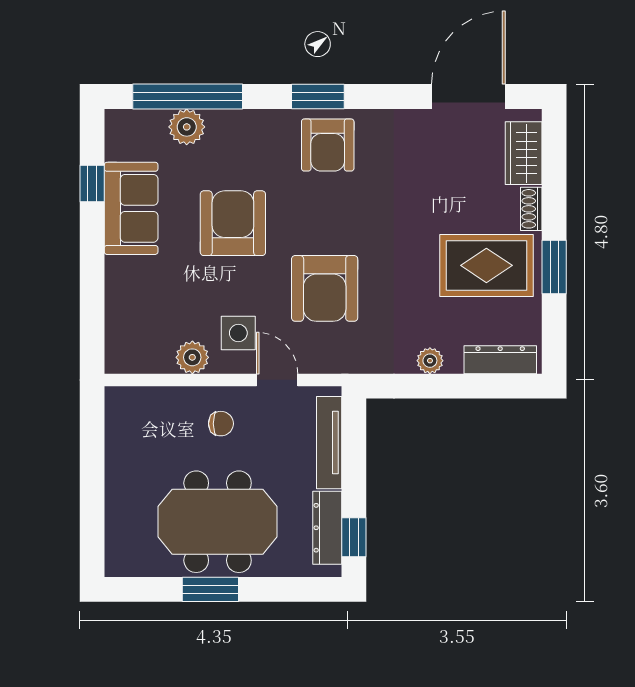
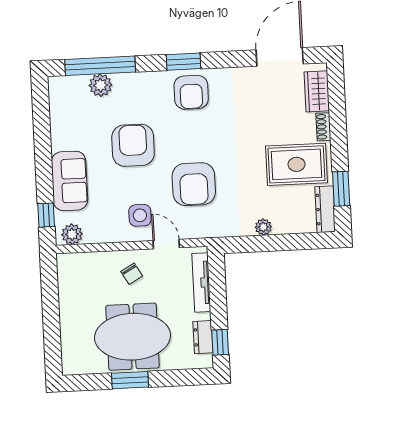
window: (92, 184) -> (46, 215), moved
sofa: (131, 208) -> (70, 181), moved
window: (554, 267) -> (341, 189), moved
plant: (192, 357) -> (72, 234), moved
dresser: (500, 360) -> (325, 209), moved, turned -90
chair: (221, 424) -> (132, 274), turned 60
dresser: (327, 528) -> (203, 337), width x0.70

